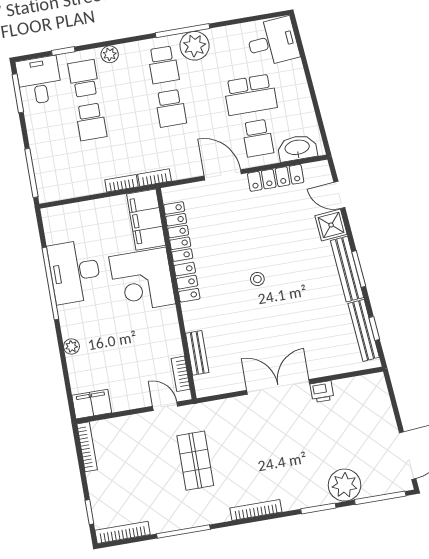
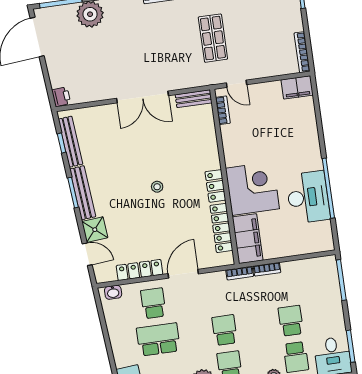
washbasin: (297, 148) -> (113, 292), width x0.52, depth x0.69
door: (223, 175) -> (183, 274), swing flipped
plant: (71, 346) -> (312, 136), removed
bench: (197, 353) -> (194, 99), moved, turned 90
printer: (322, 392) -> (61, 97), moved, turned 85

